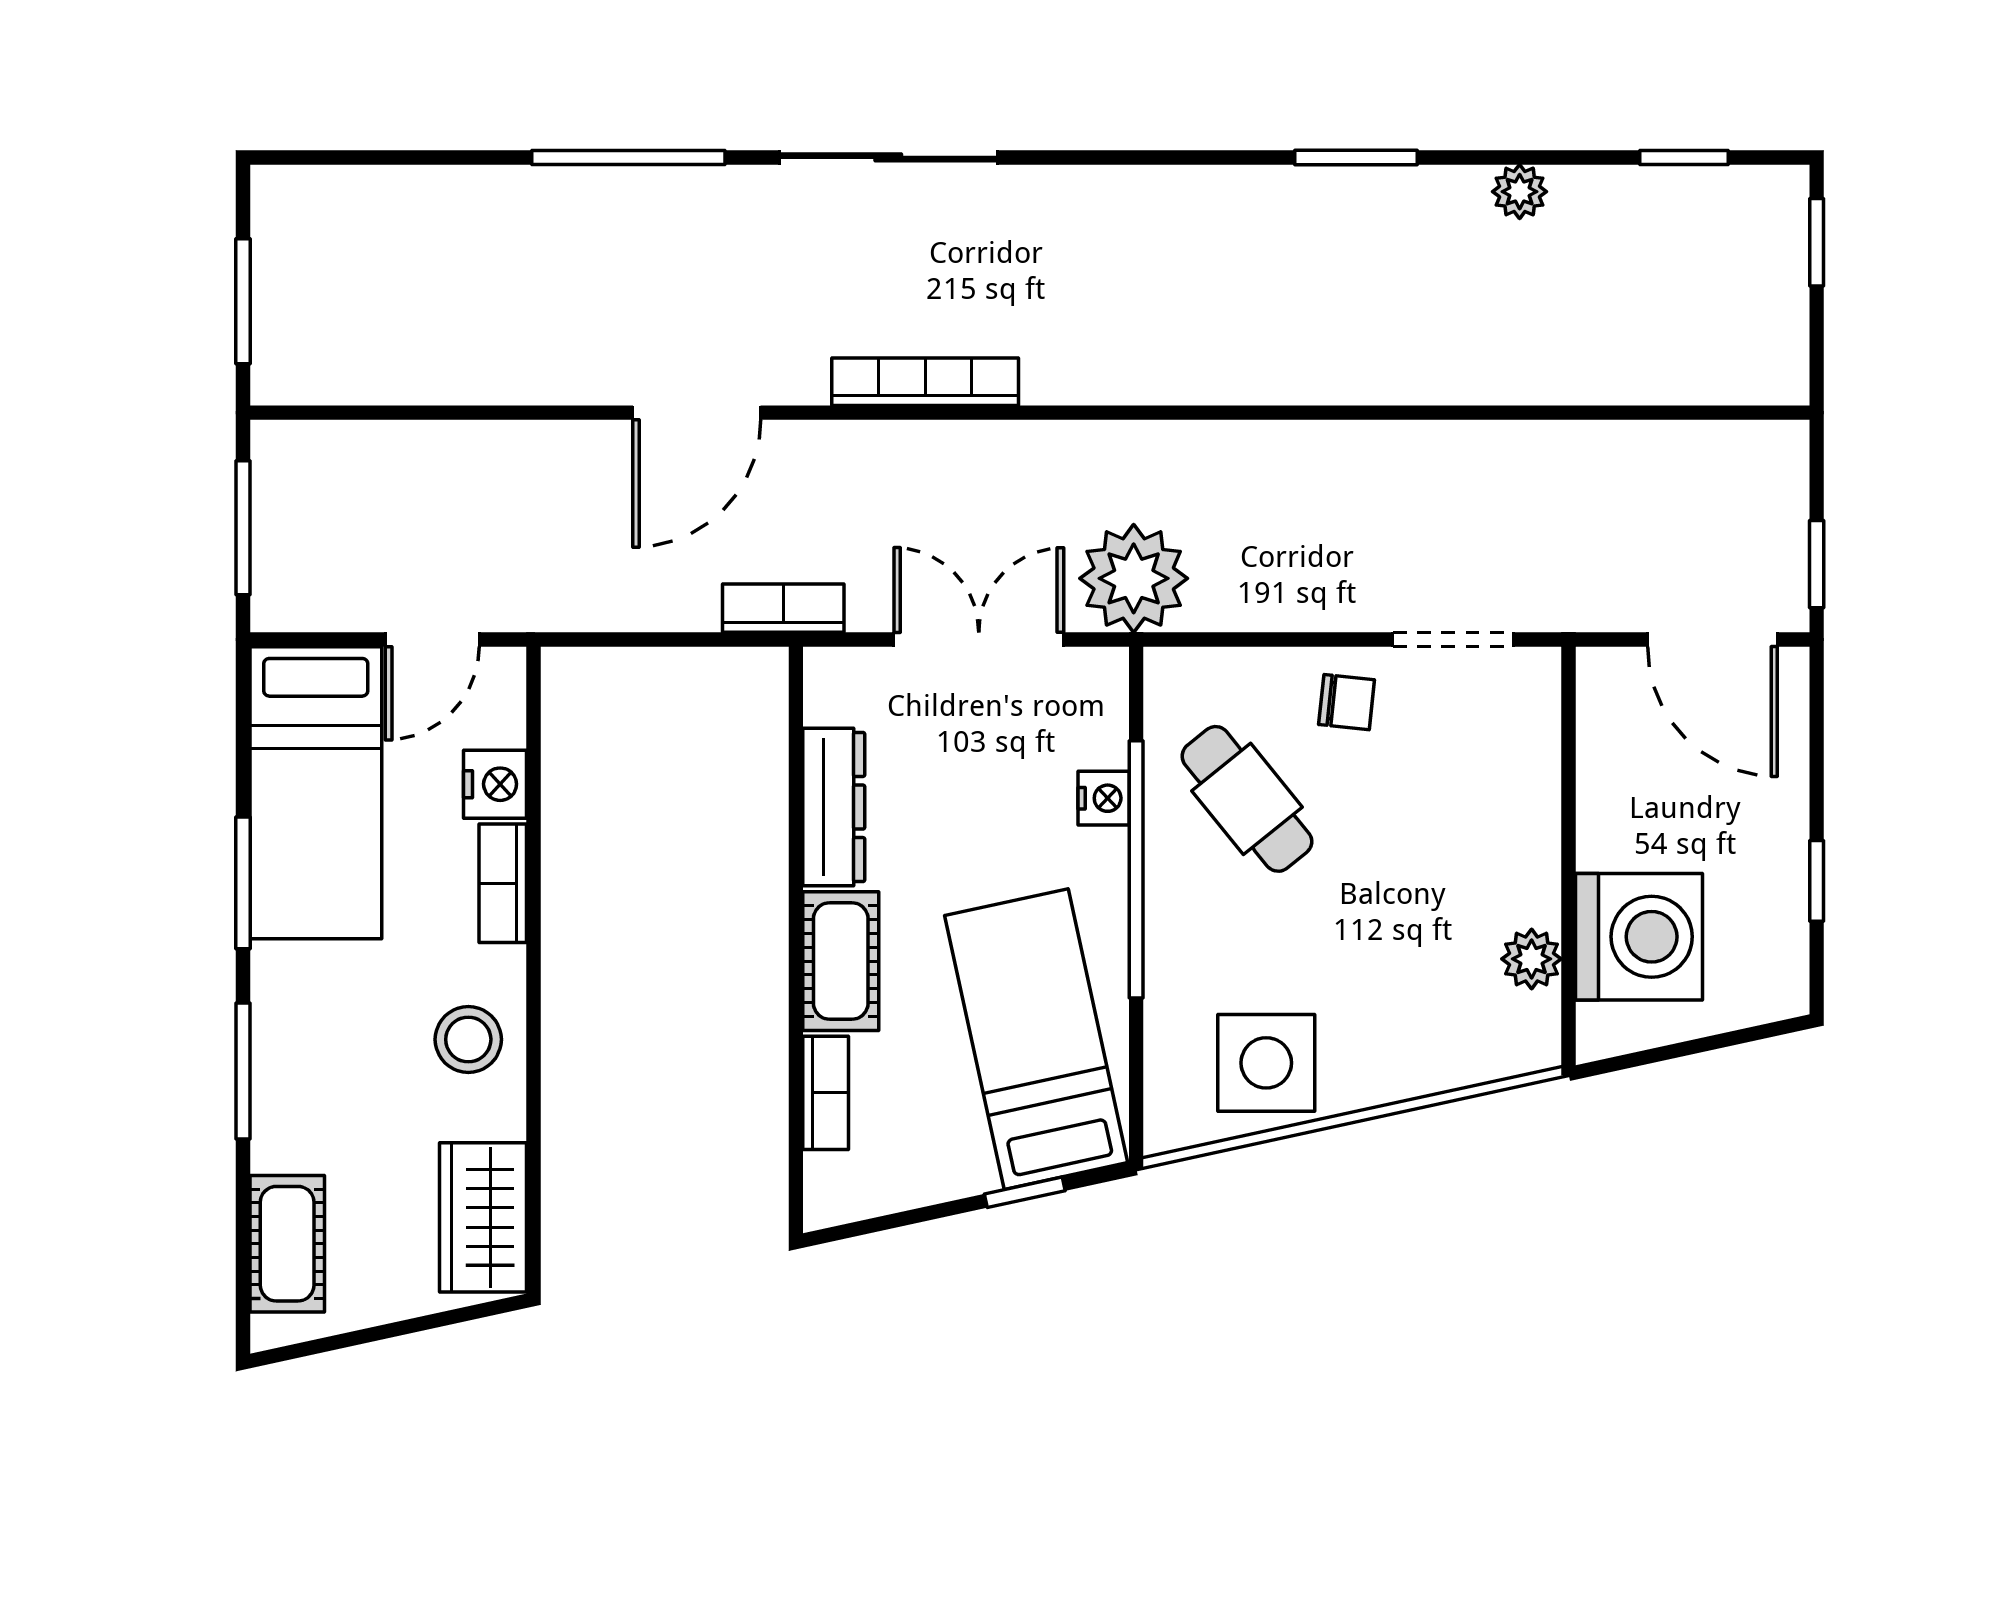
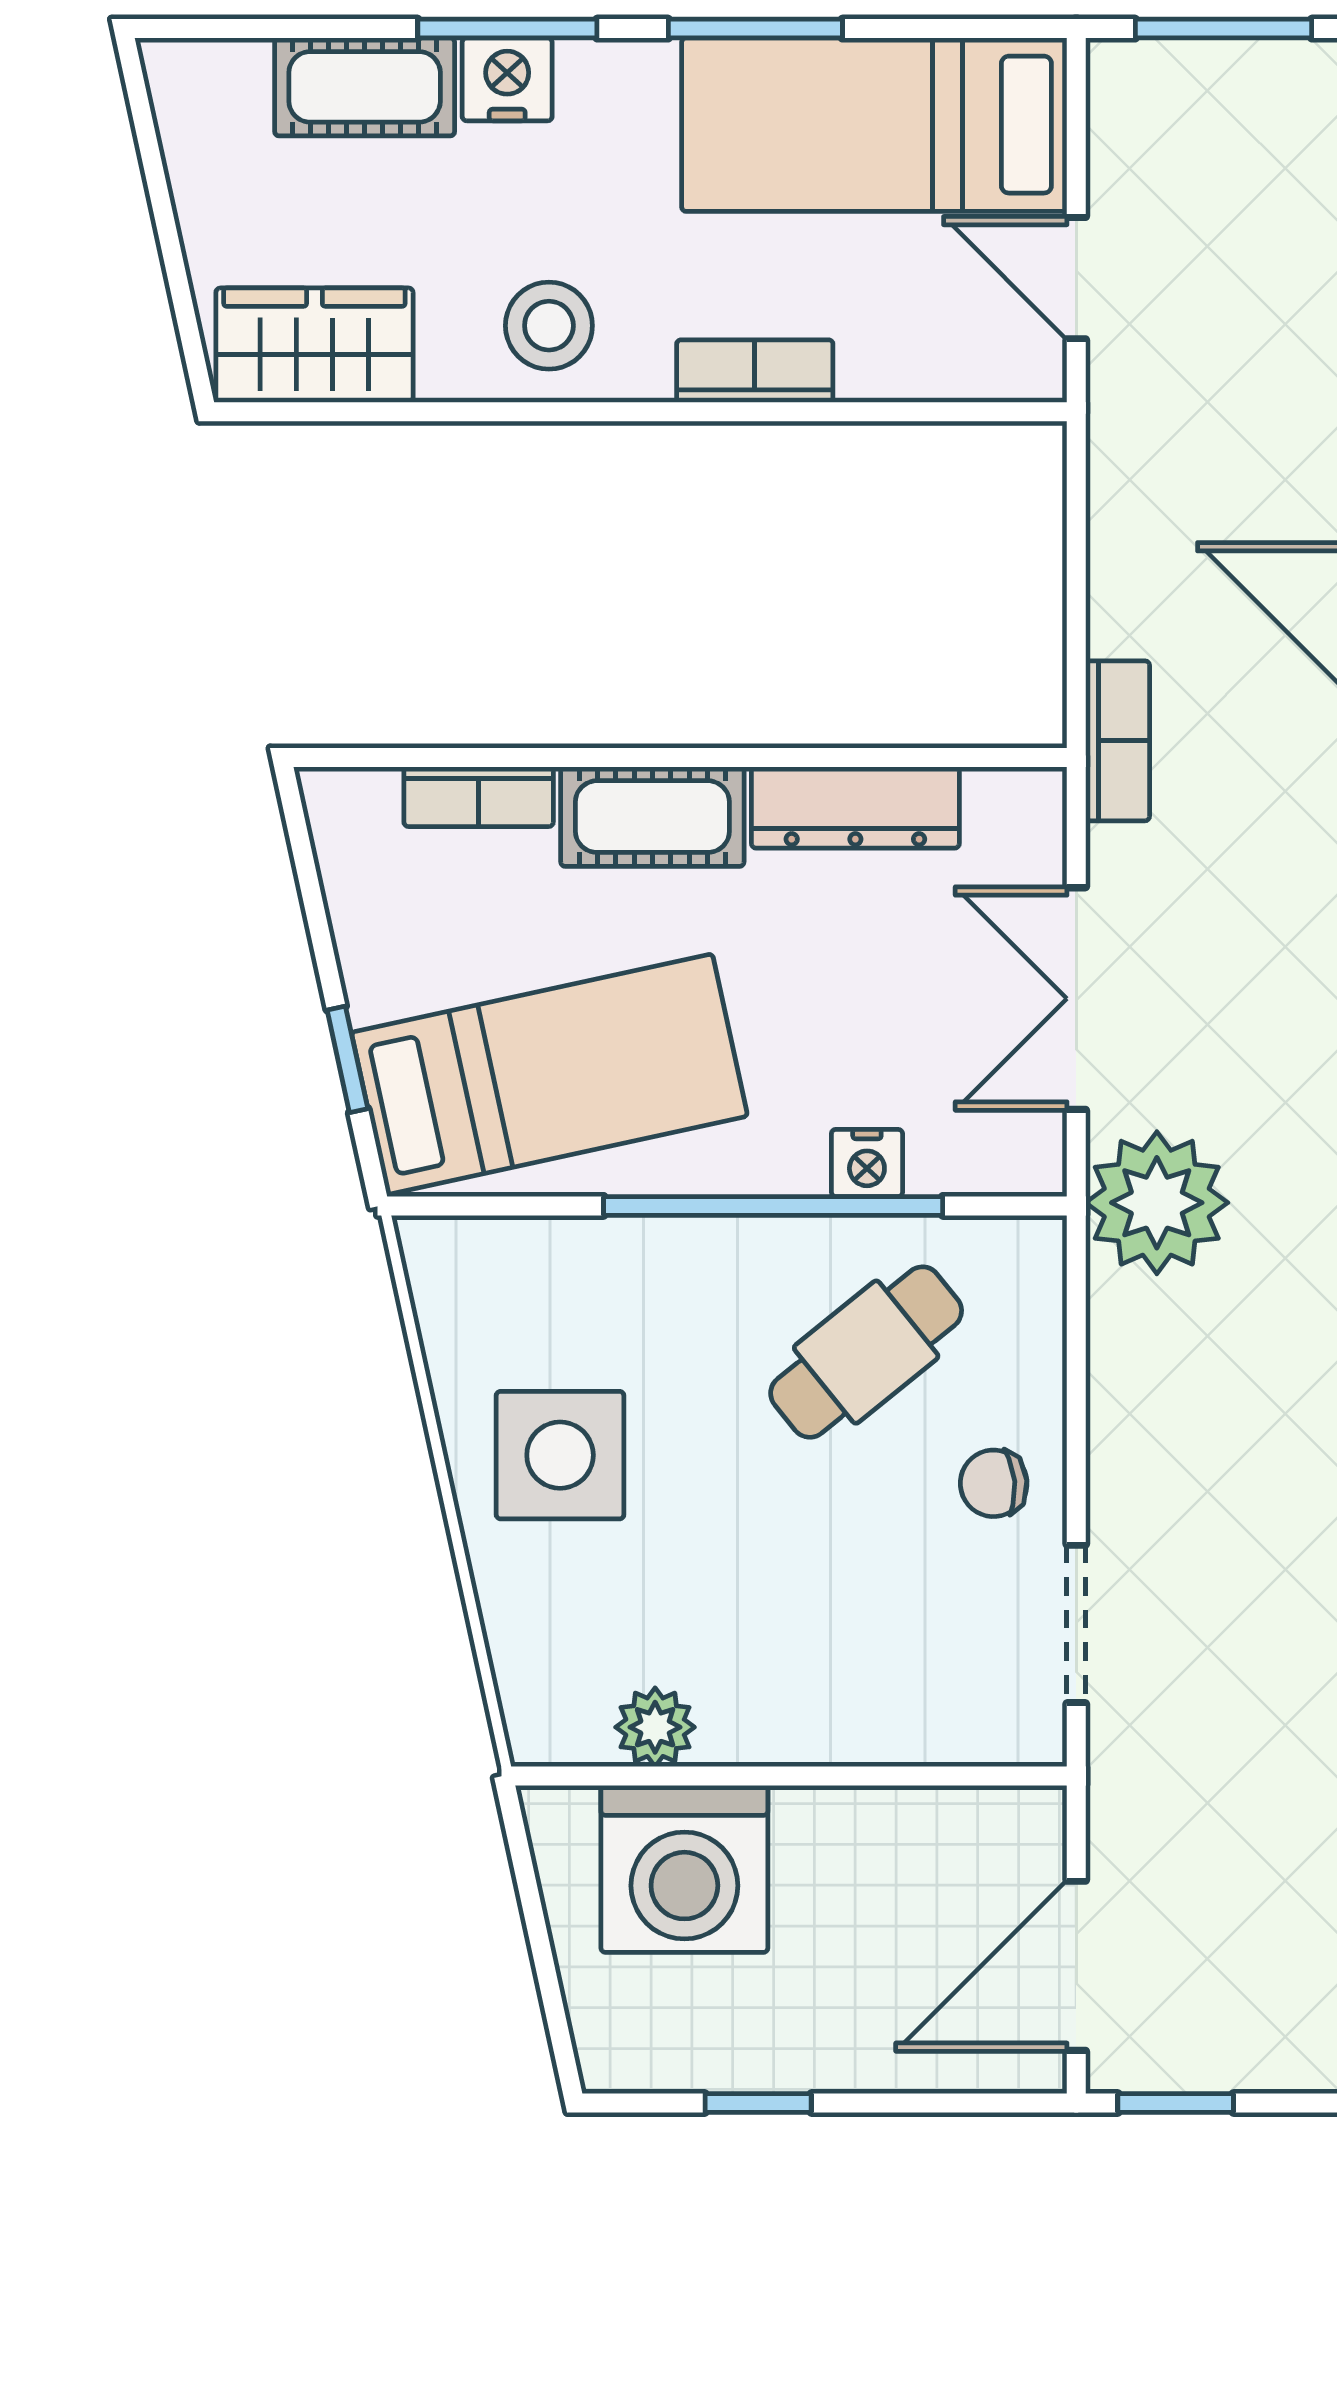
double door: (979, 639) -> (1076, 999), swing flipped
chair: (1347, 702) -> (994, 1483), turned 79
nightstand: (495, 784) -> (507, 79), moved, turned 180
side table: (1266, 1063) -> (560, 1455), moved
cot: (287, 1244) -> (365, 87), moved

